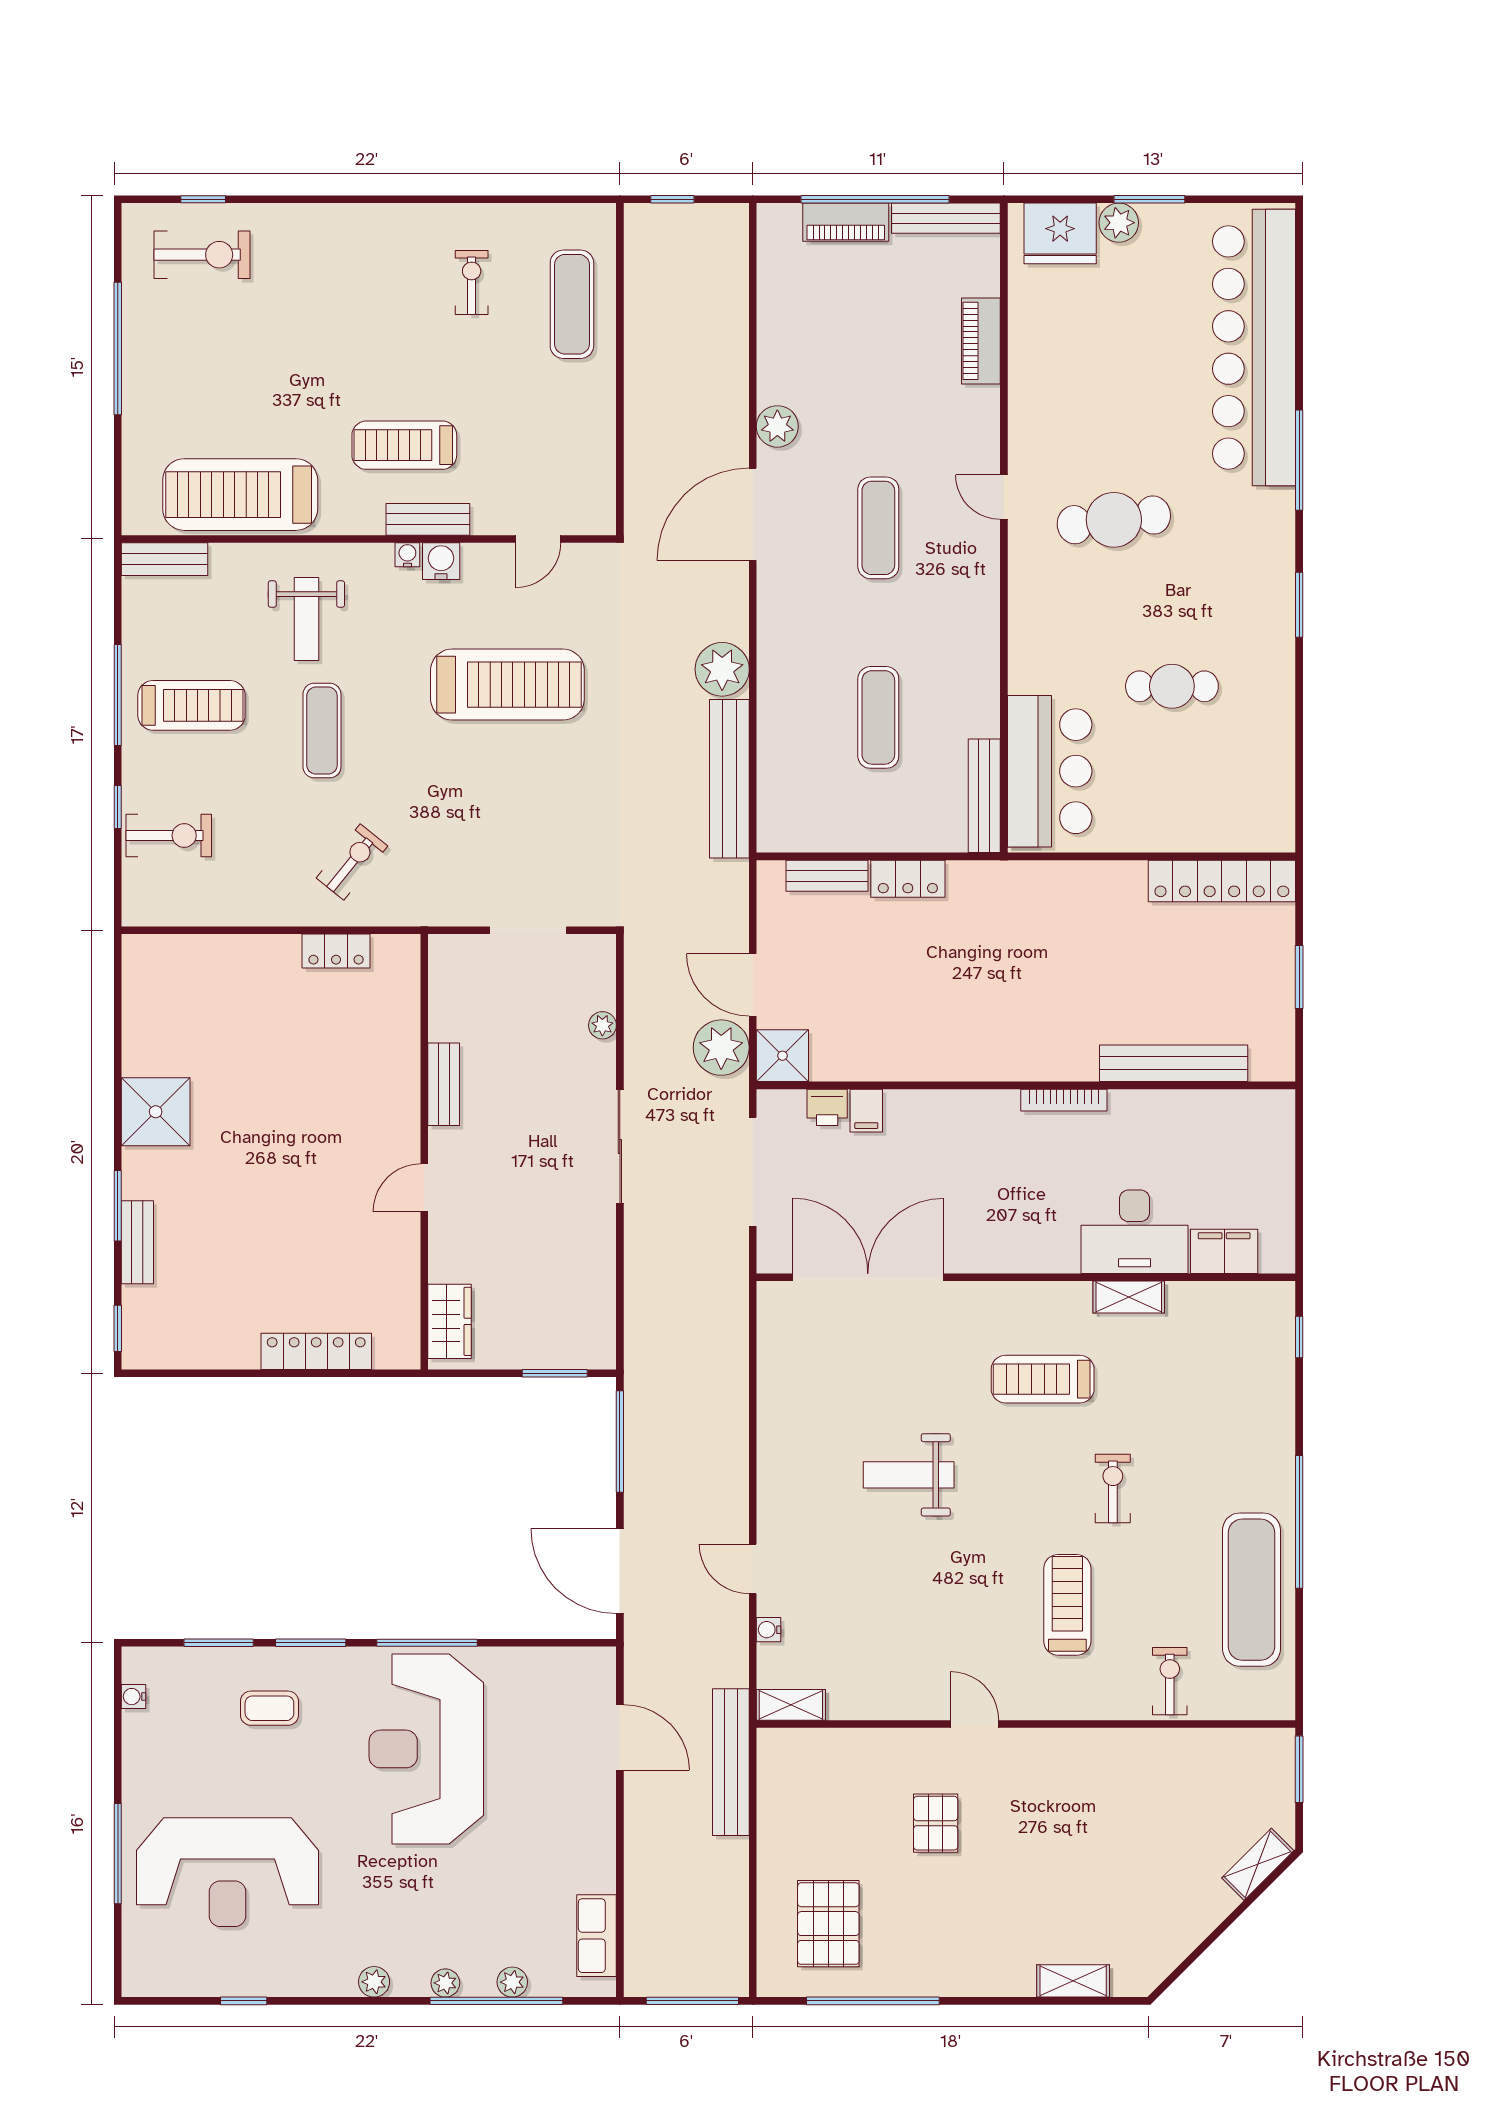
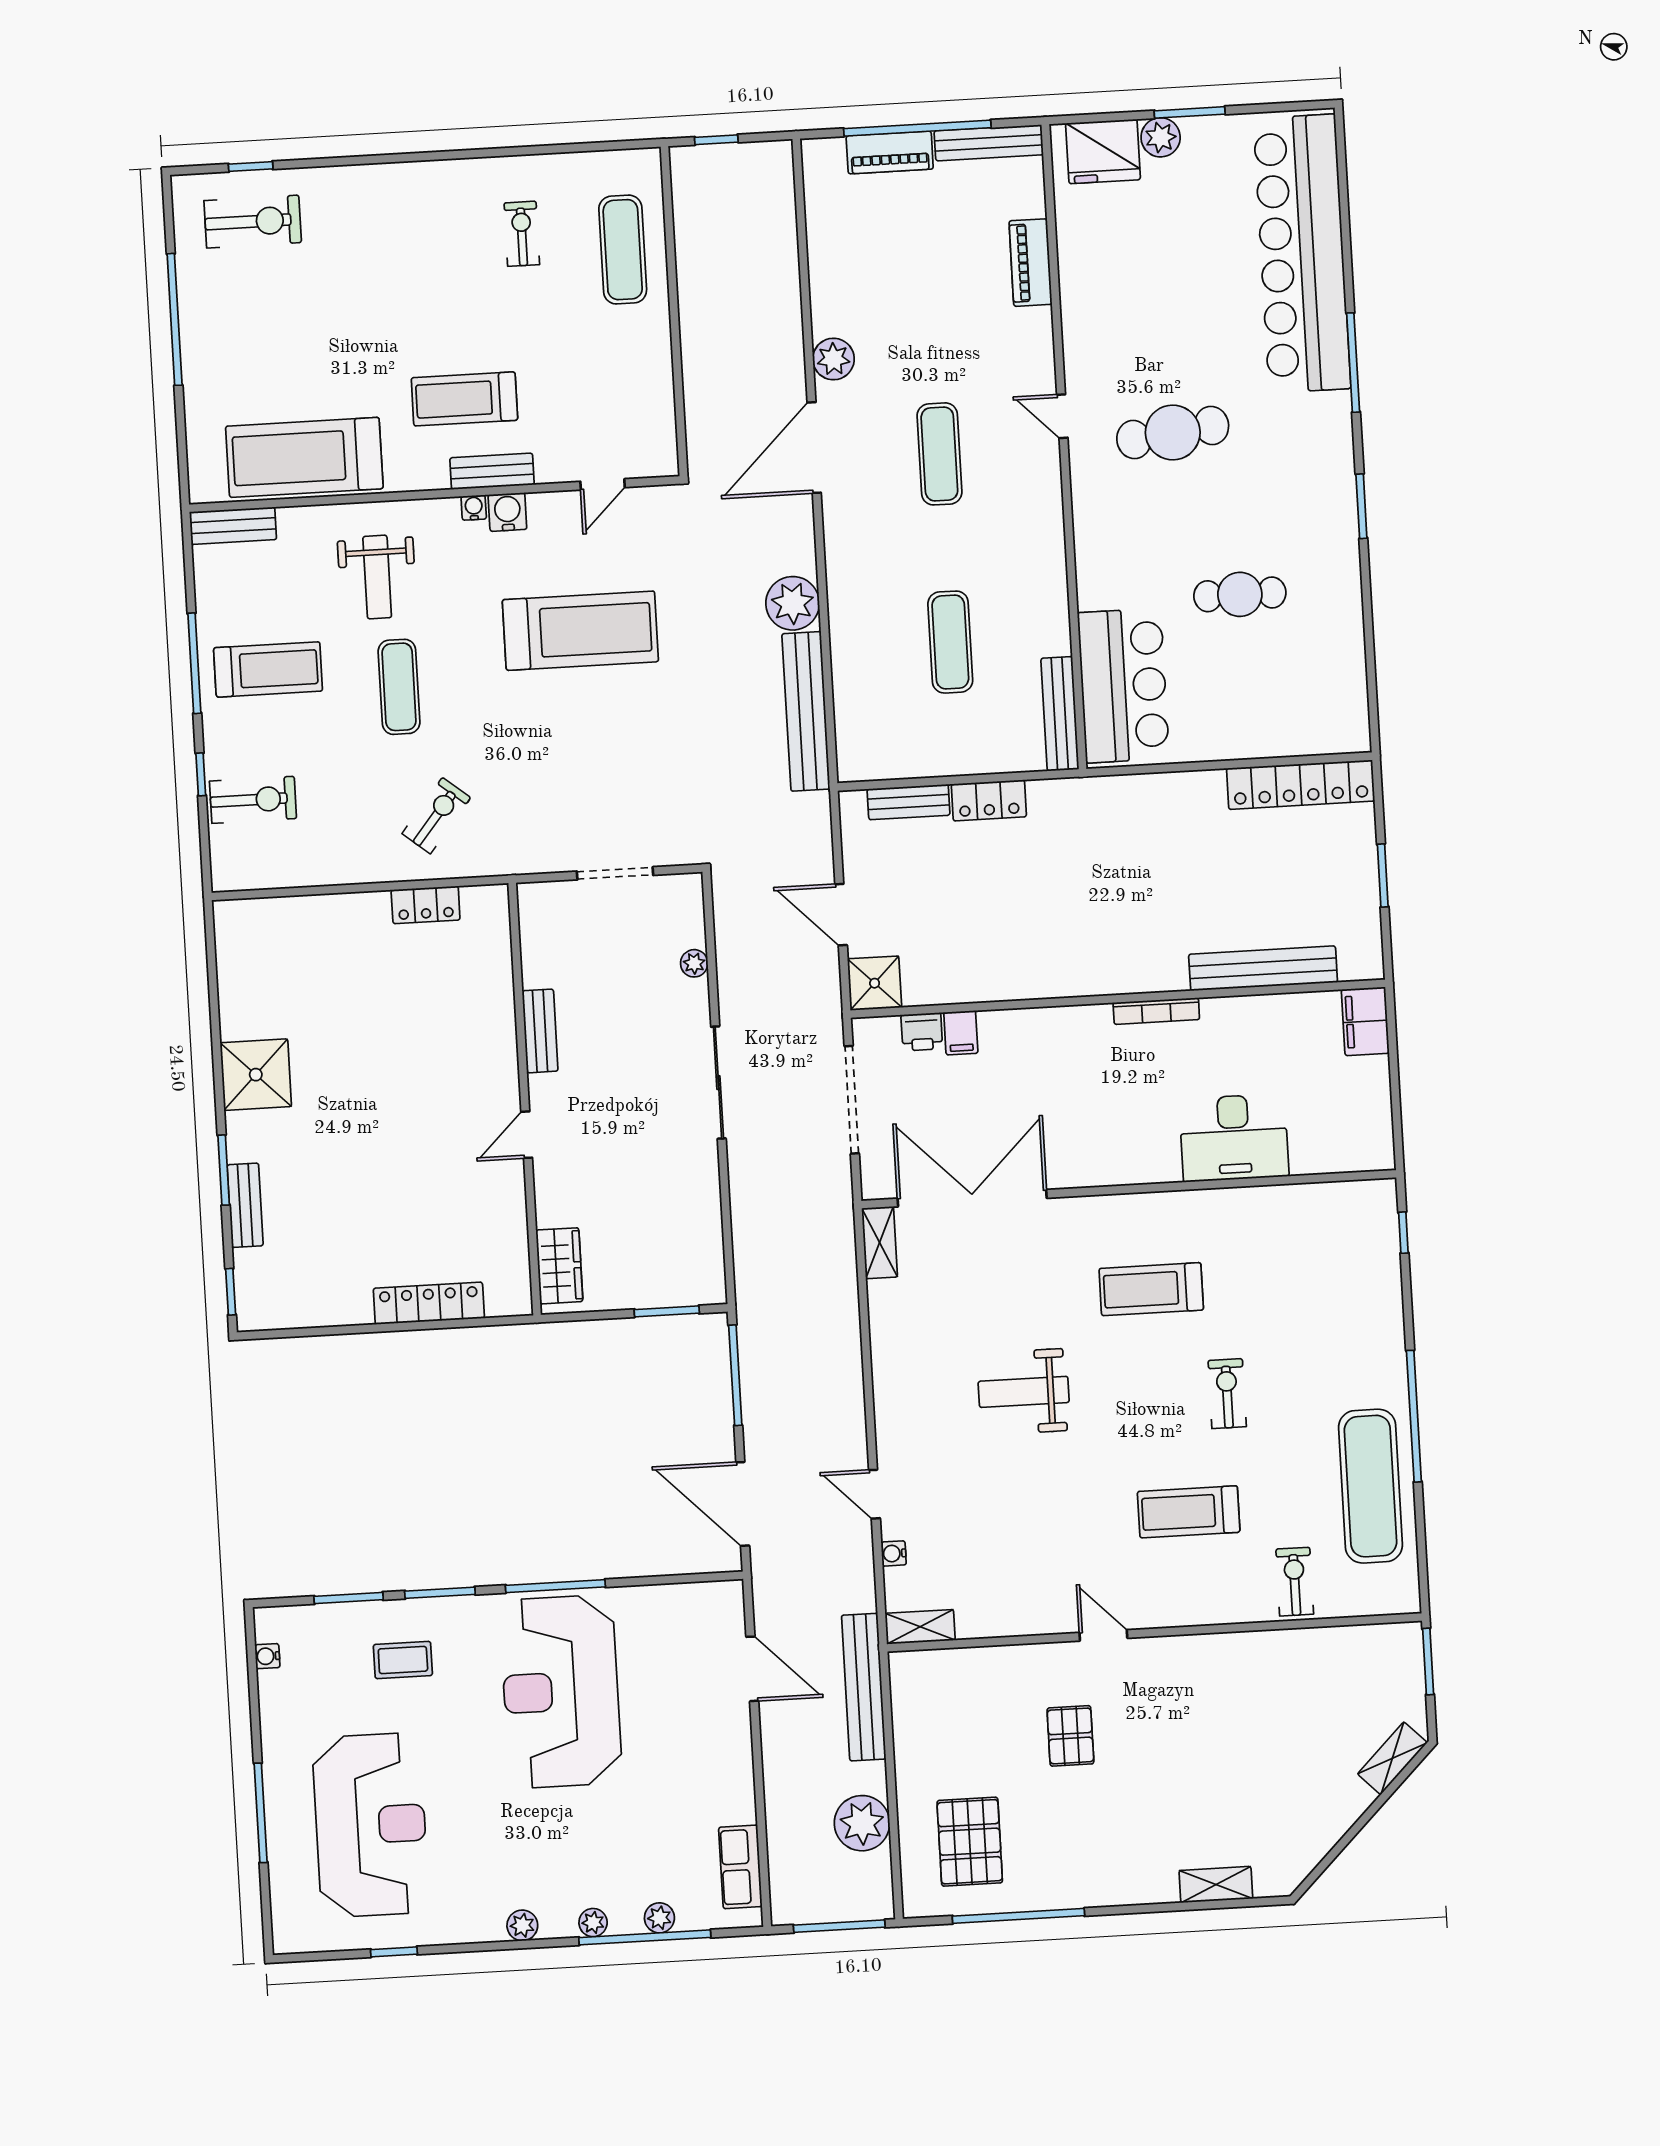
plant: (721, 1048) -> (862, 1823), moved
filing cabinet: (1224, 1251) -> (1365, 1021), moved, turned -90
shelving: (1129, 1297) -> (880, 1243), moved, turned 90
treadmill: (1067, 1605) -> (1189, 1512), turned -90
reception desk: (228, 1872) -> (371, 1825), turned -90

